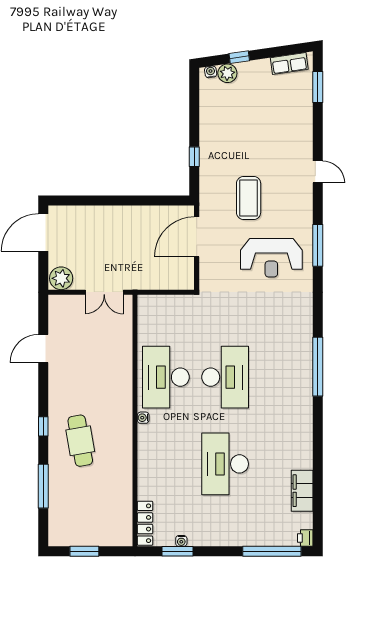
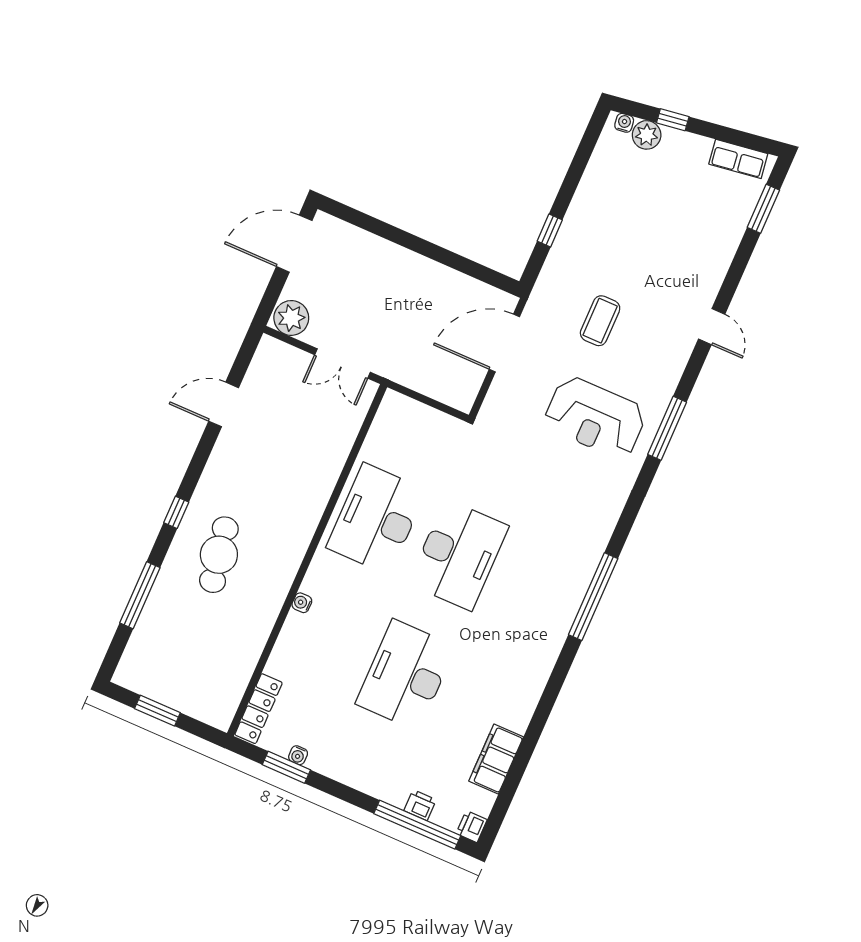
coffee table: (249, 198) -> (600, 321), width x0.73, depth x0.76
water cooler: (143, 418) -> (302, 603), moved
printer: (268, 539) -> (420, 805), added

